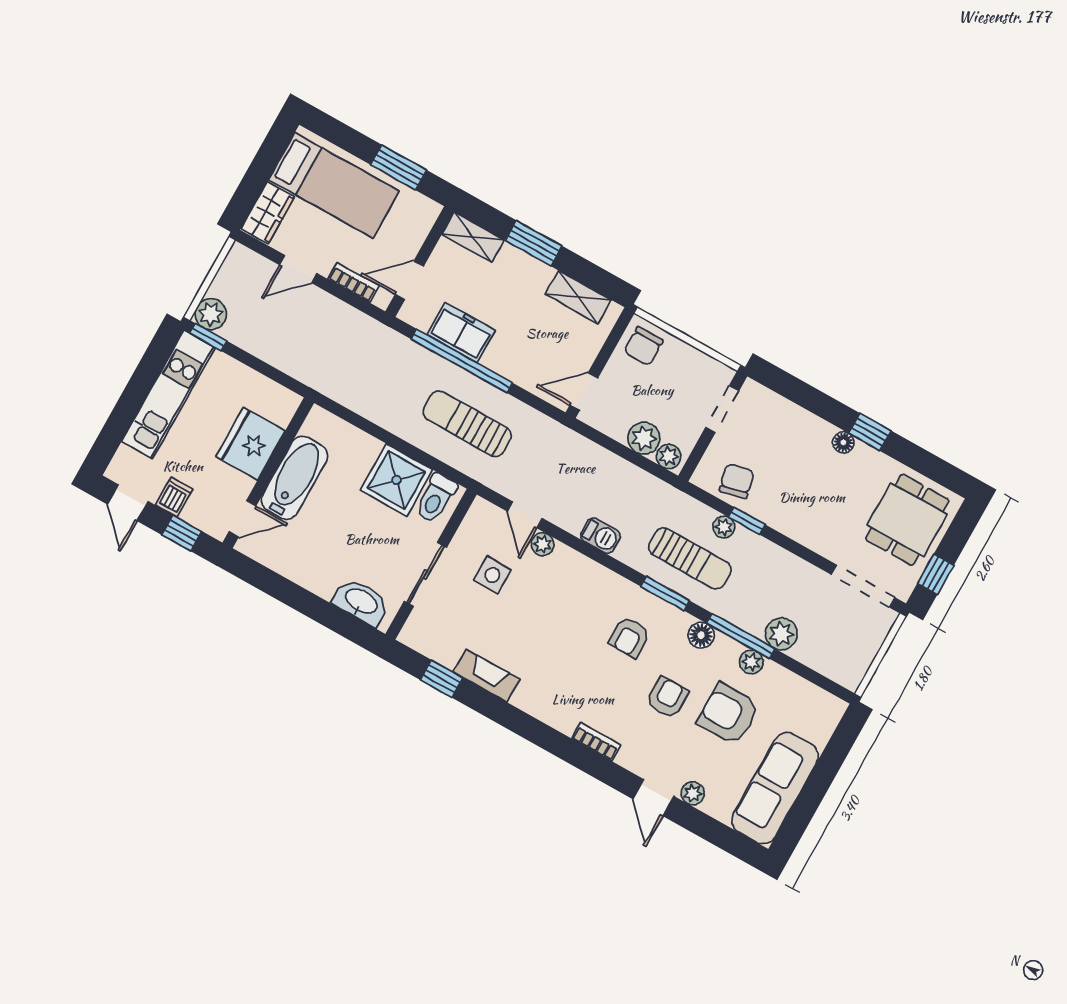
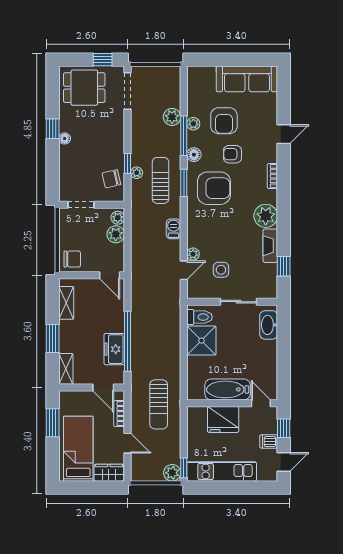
sun lounger: (467, 424) -> (159, 404), moved
armchair: (629, 637) -> (214, 188), width x1.88, depth x1.88
plant: (693, 793) -> (266, 216), moved, width x1.87, depth x1.87

